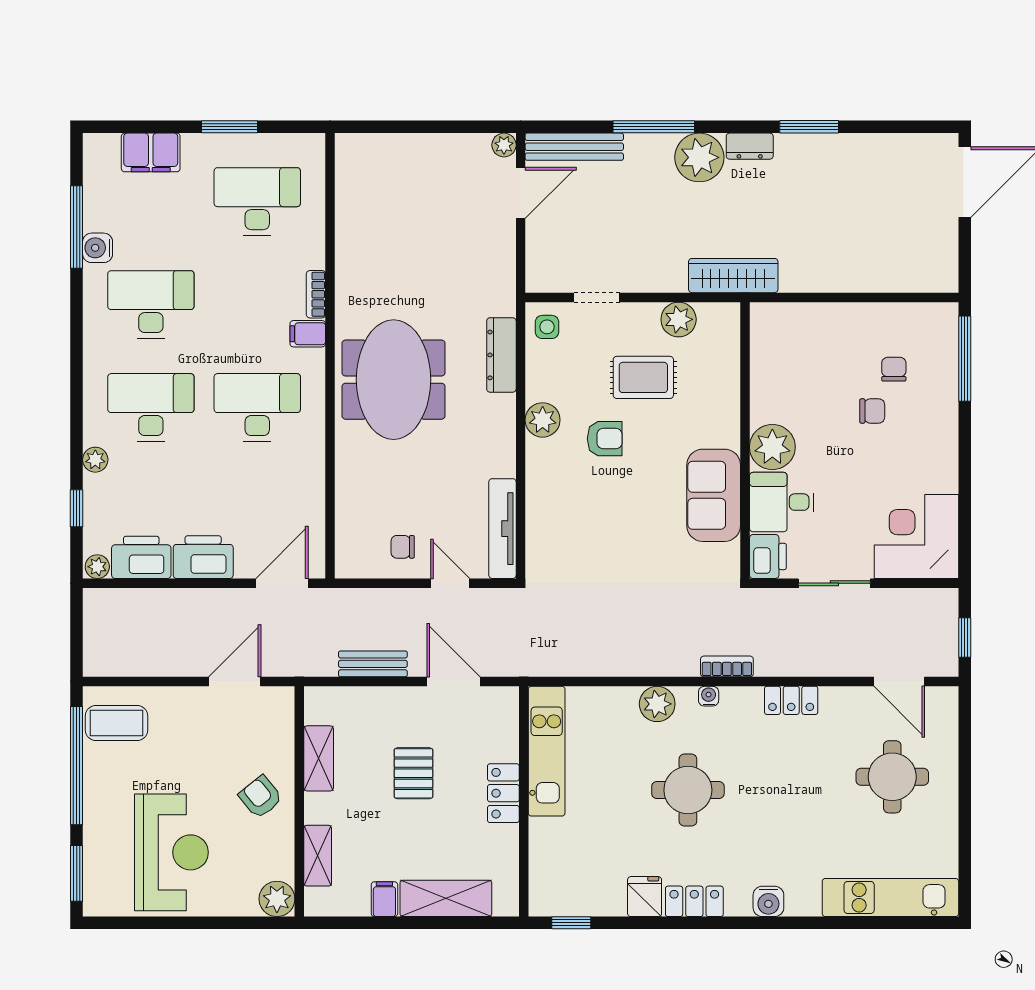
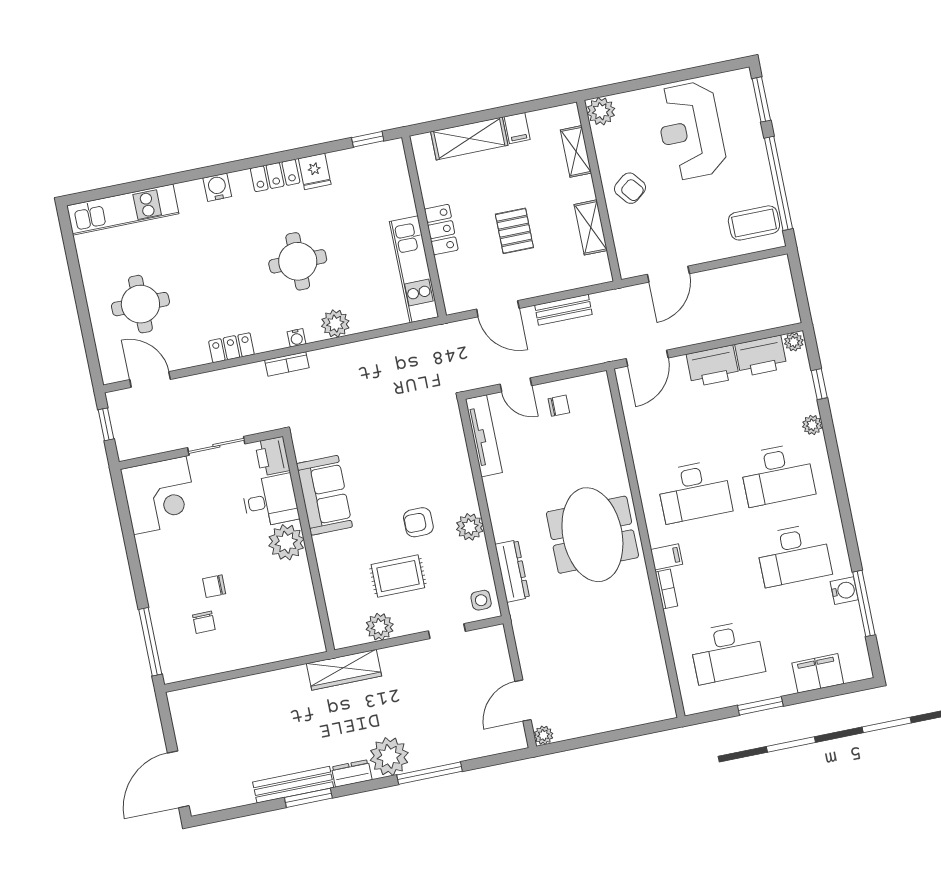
bench: (574, 147) -> (293, 785), moved

